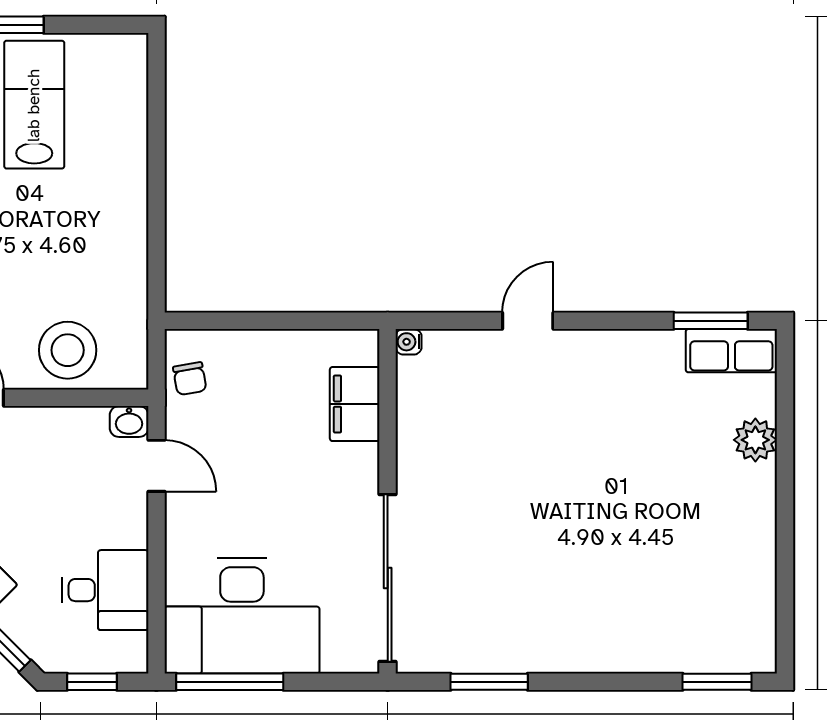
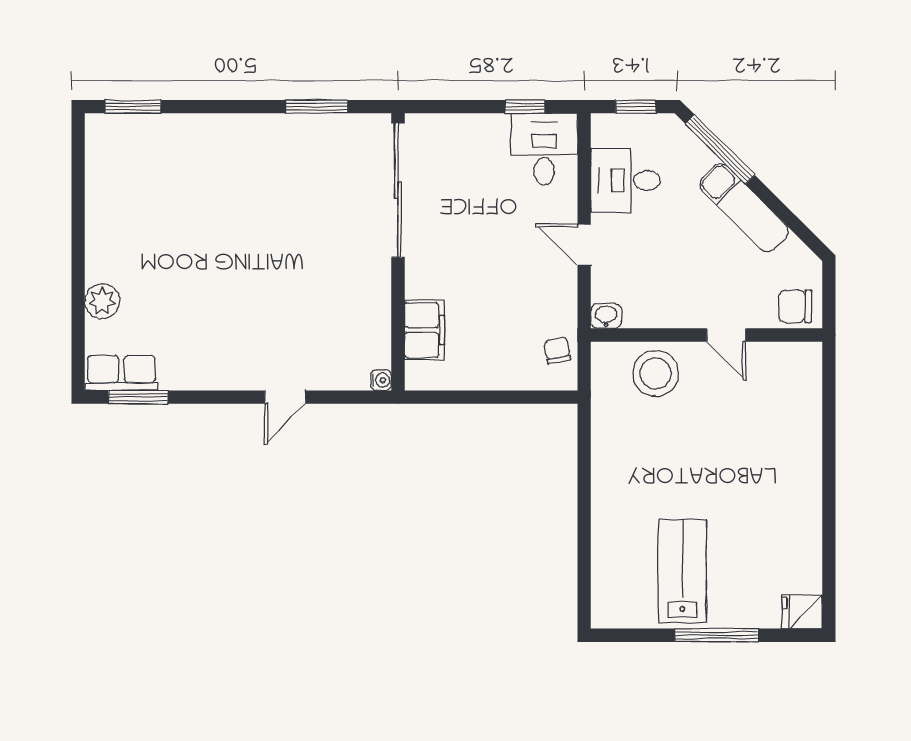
lab bench: (34, 105) -> (682, 571), turned 180
door: (156, 466) -> (584, 245), moved
desk: (242, 616) -> (544, 149), width x0.53, depth x0.77
window: (230, 682) -> (525, 107), width x0.46

